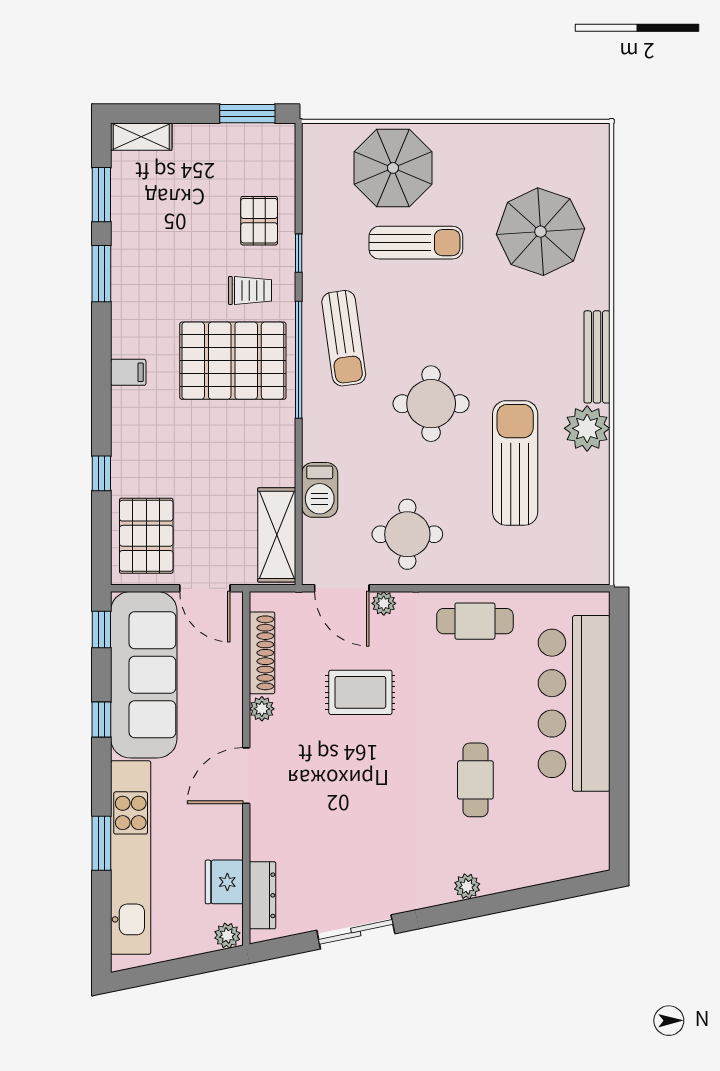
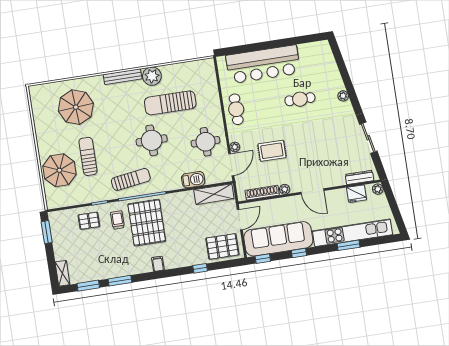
rug: (360, 692) -> (272, 151), turned 90

